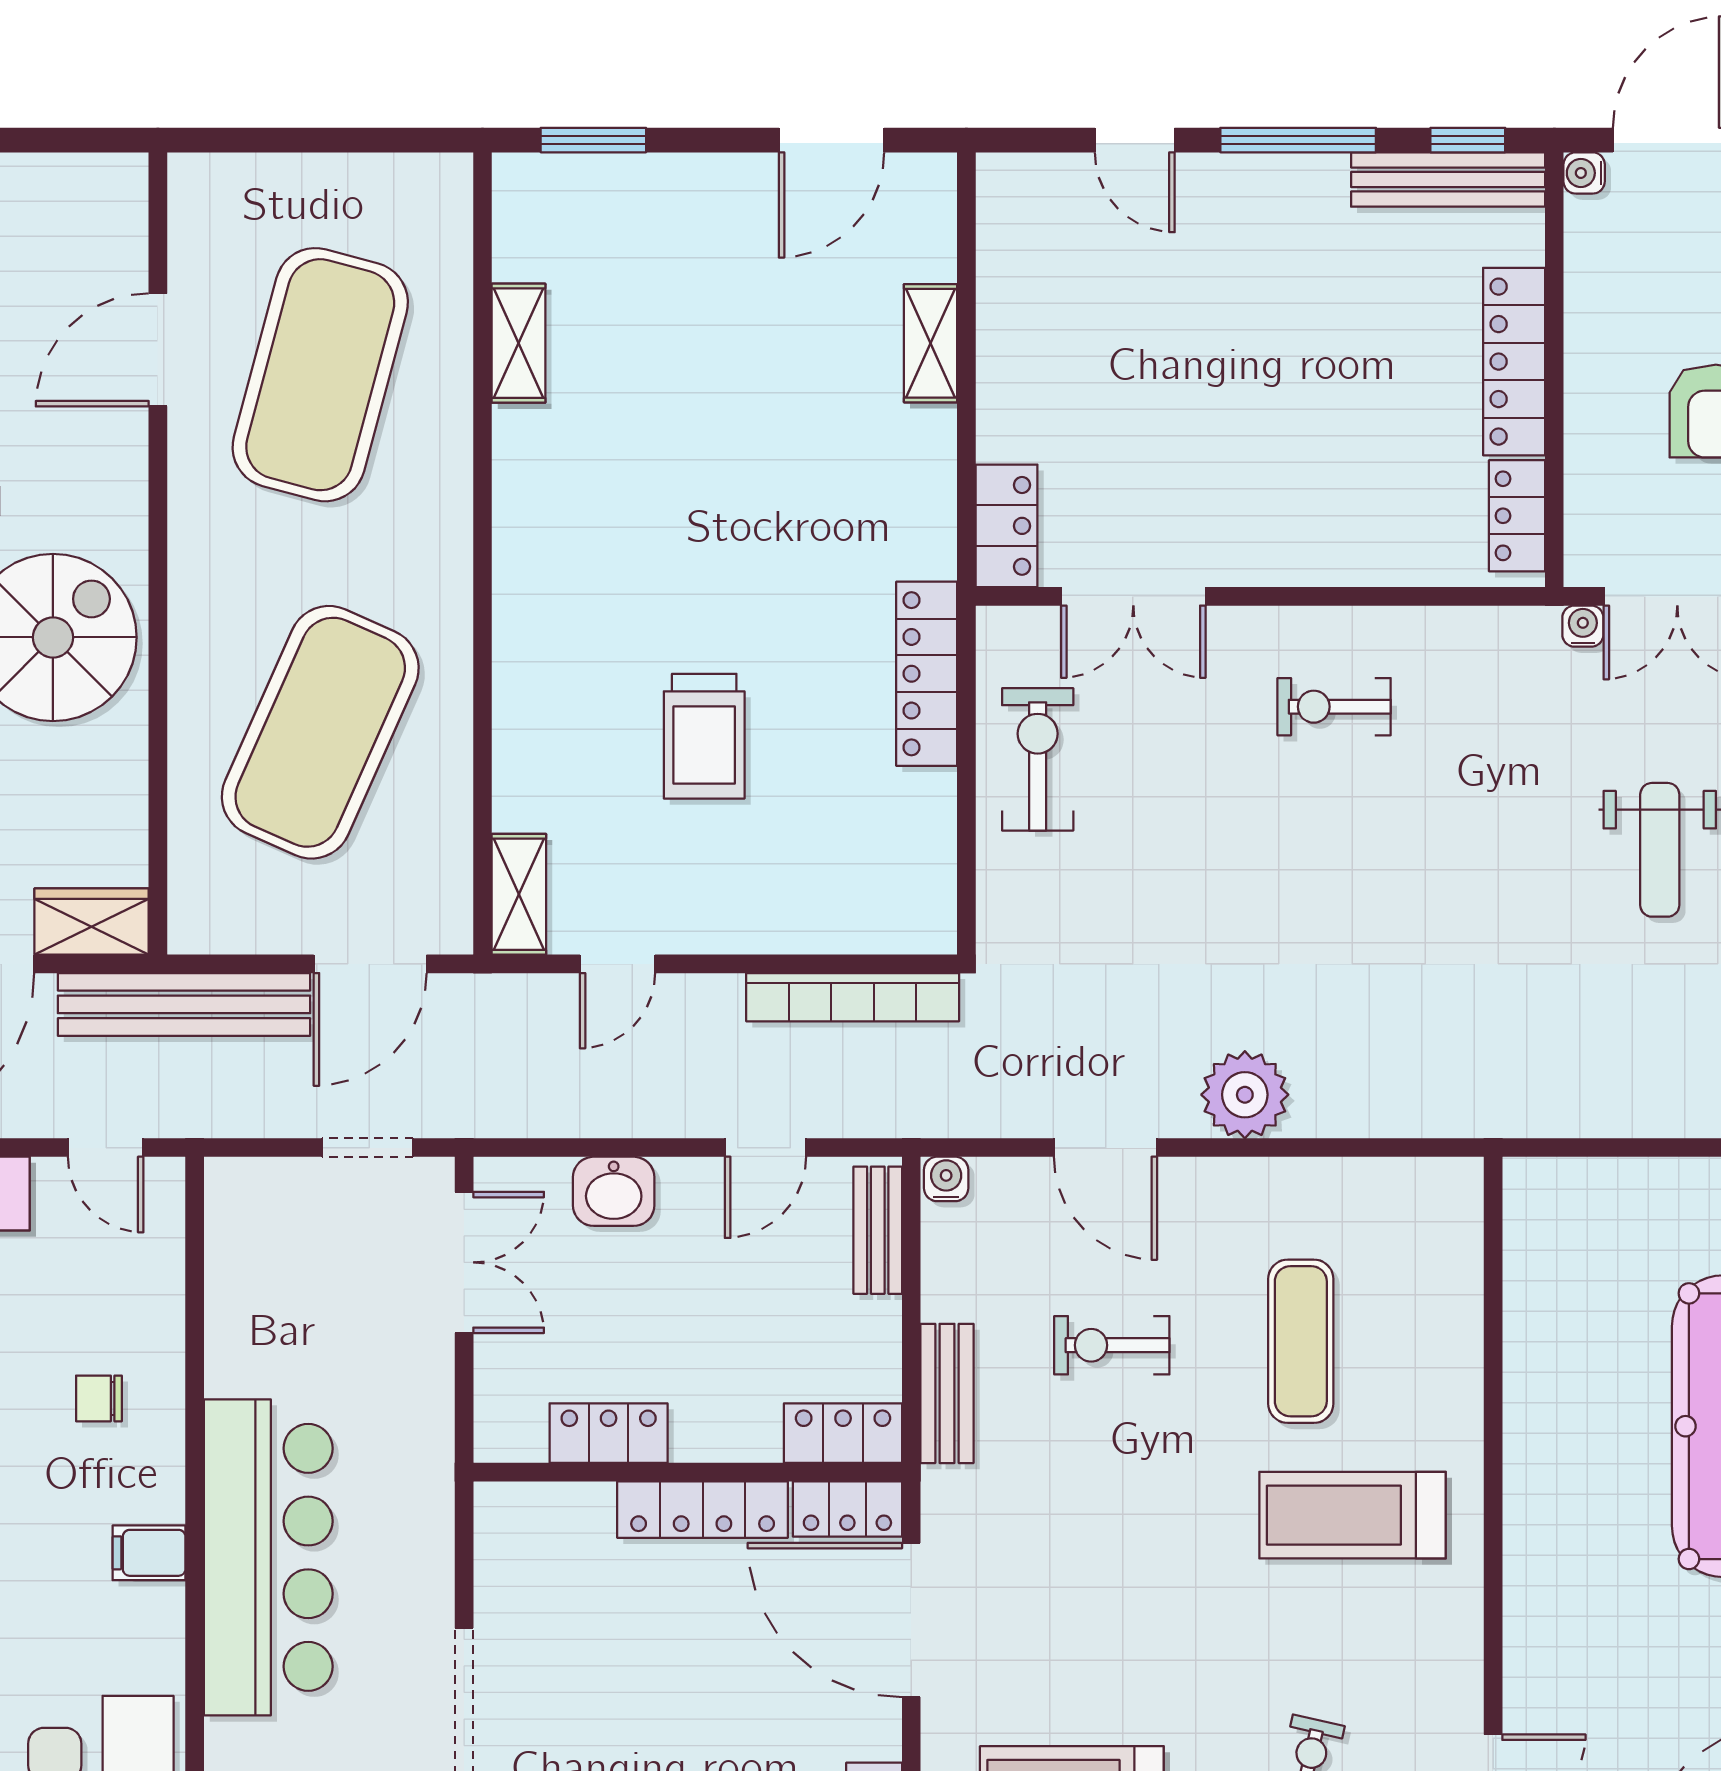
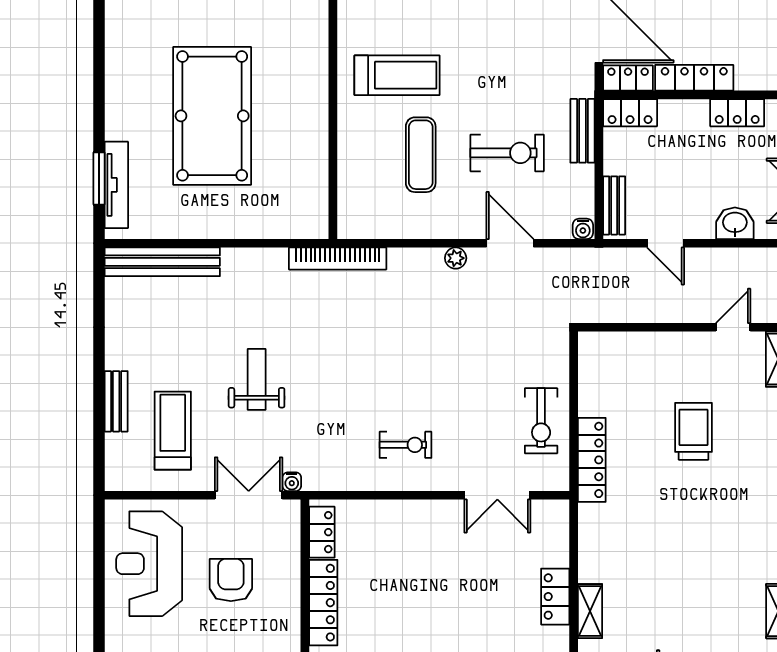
locker: (1007, 526) -> (555, 597), moved
double door: (1133, 596) -> (497, 495), swing flipped
bookcase: (853, 997) -> (338, 259), moved, turned 180
plant: (1245, 1095) -> (456, 258), width x0.53, depth x0.53
door: (765, 1148) -> (665, 243), swing flipped
exercise bike: (1112, 1345) -> (507, 153), width x1.38, depth x1.39

